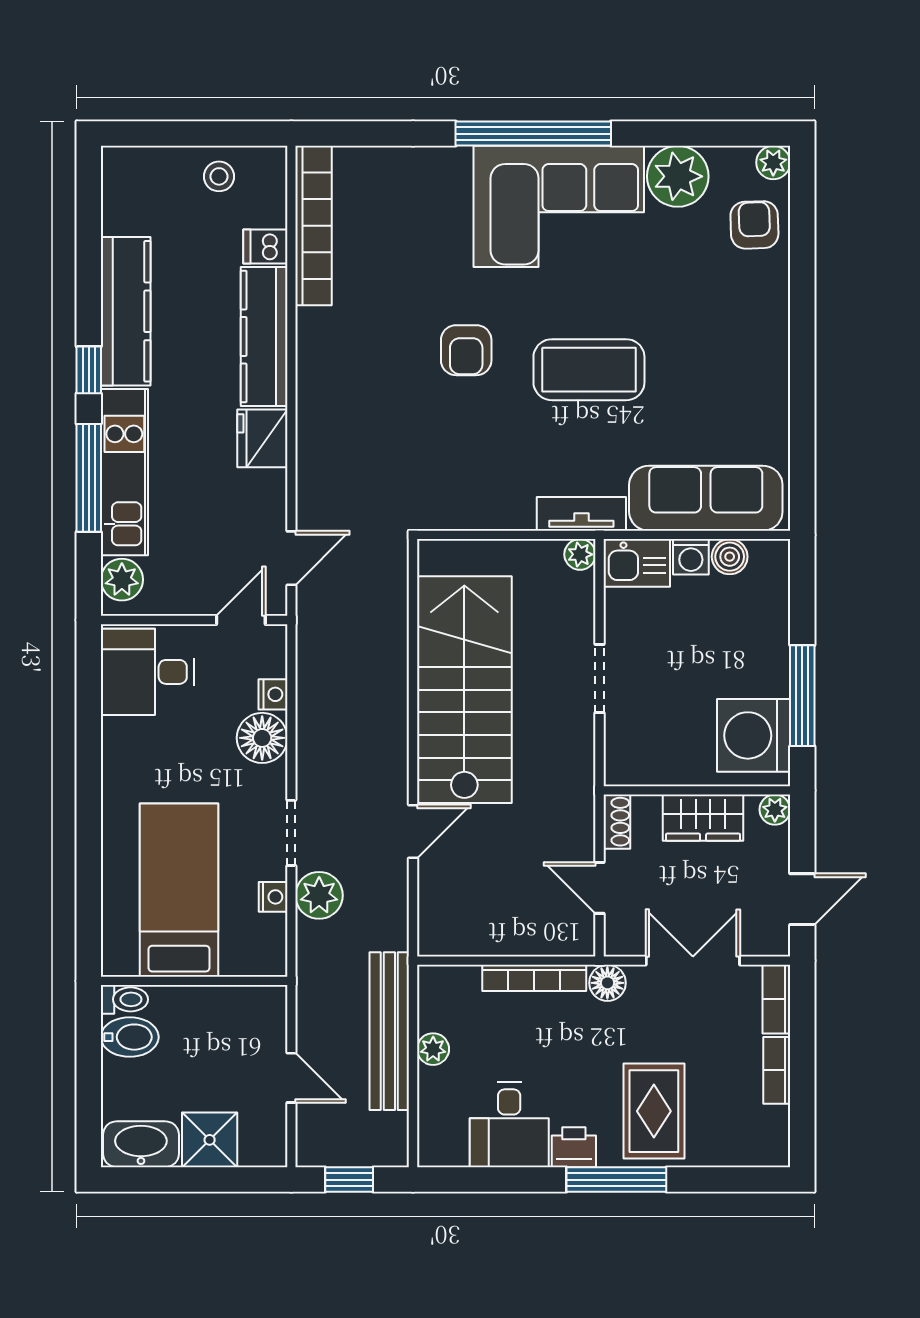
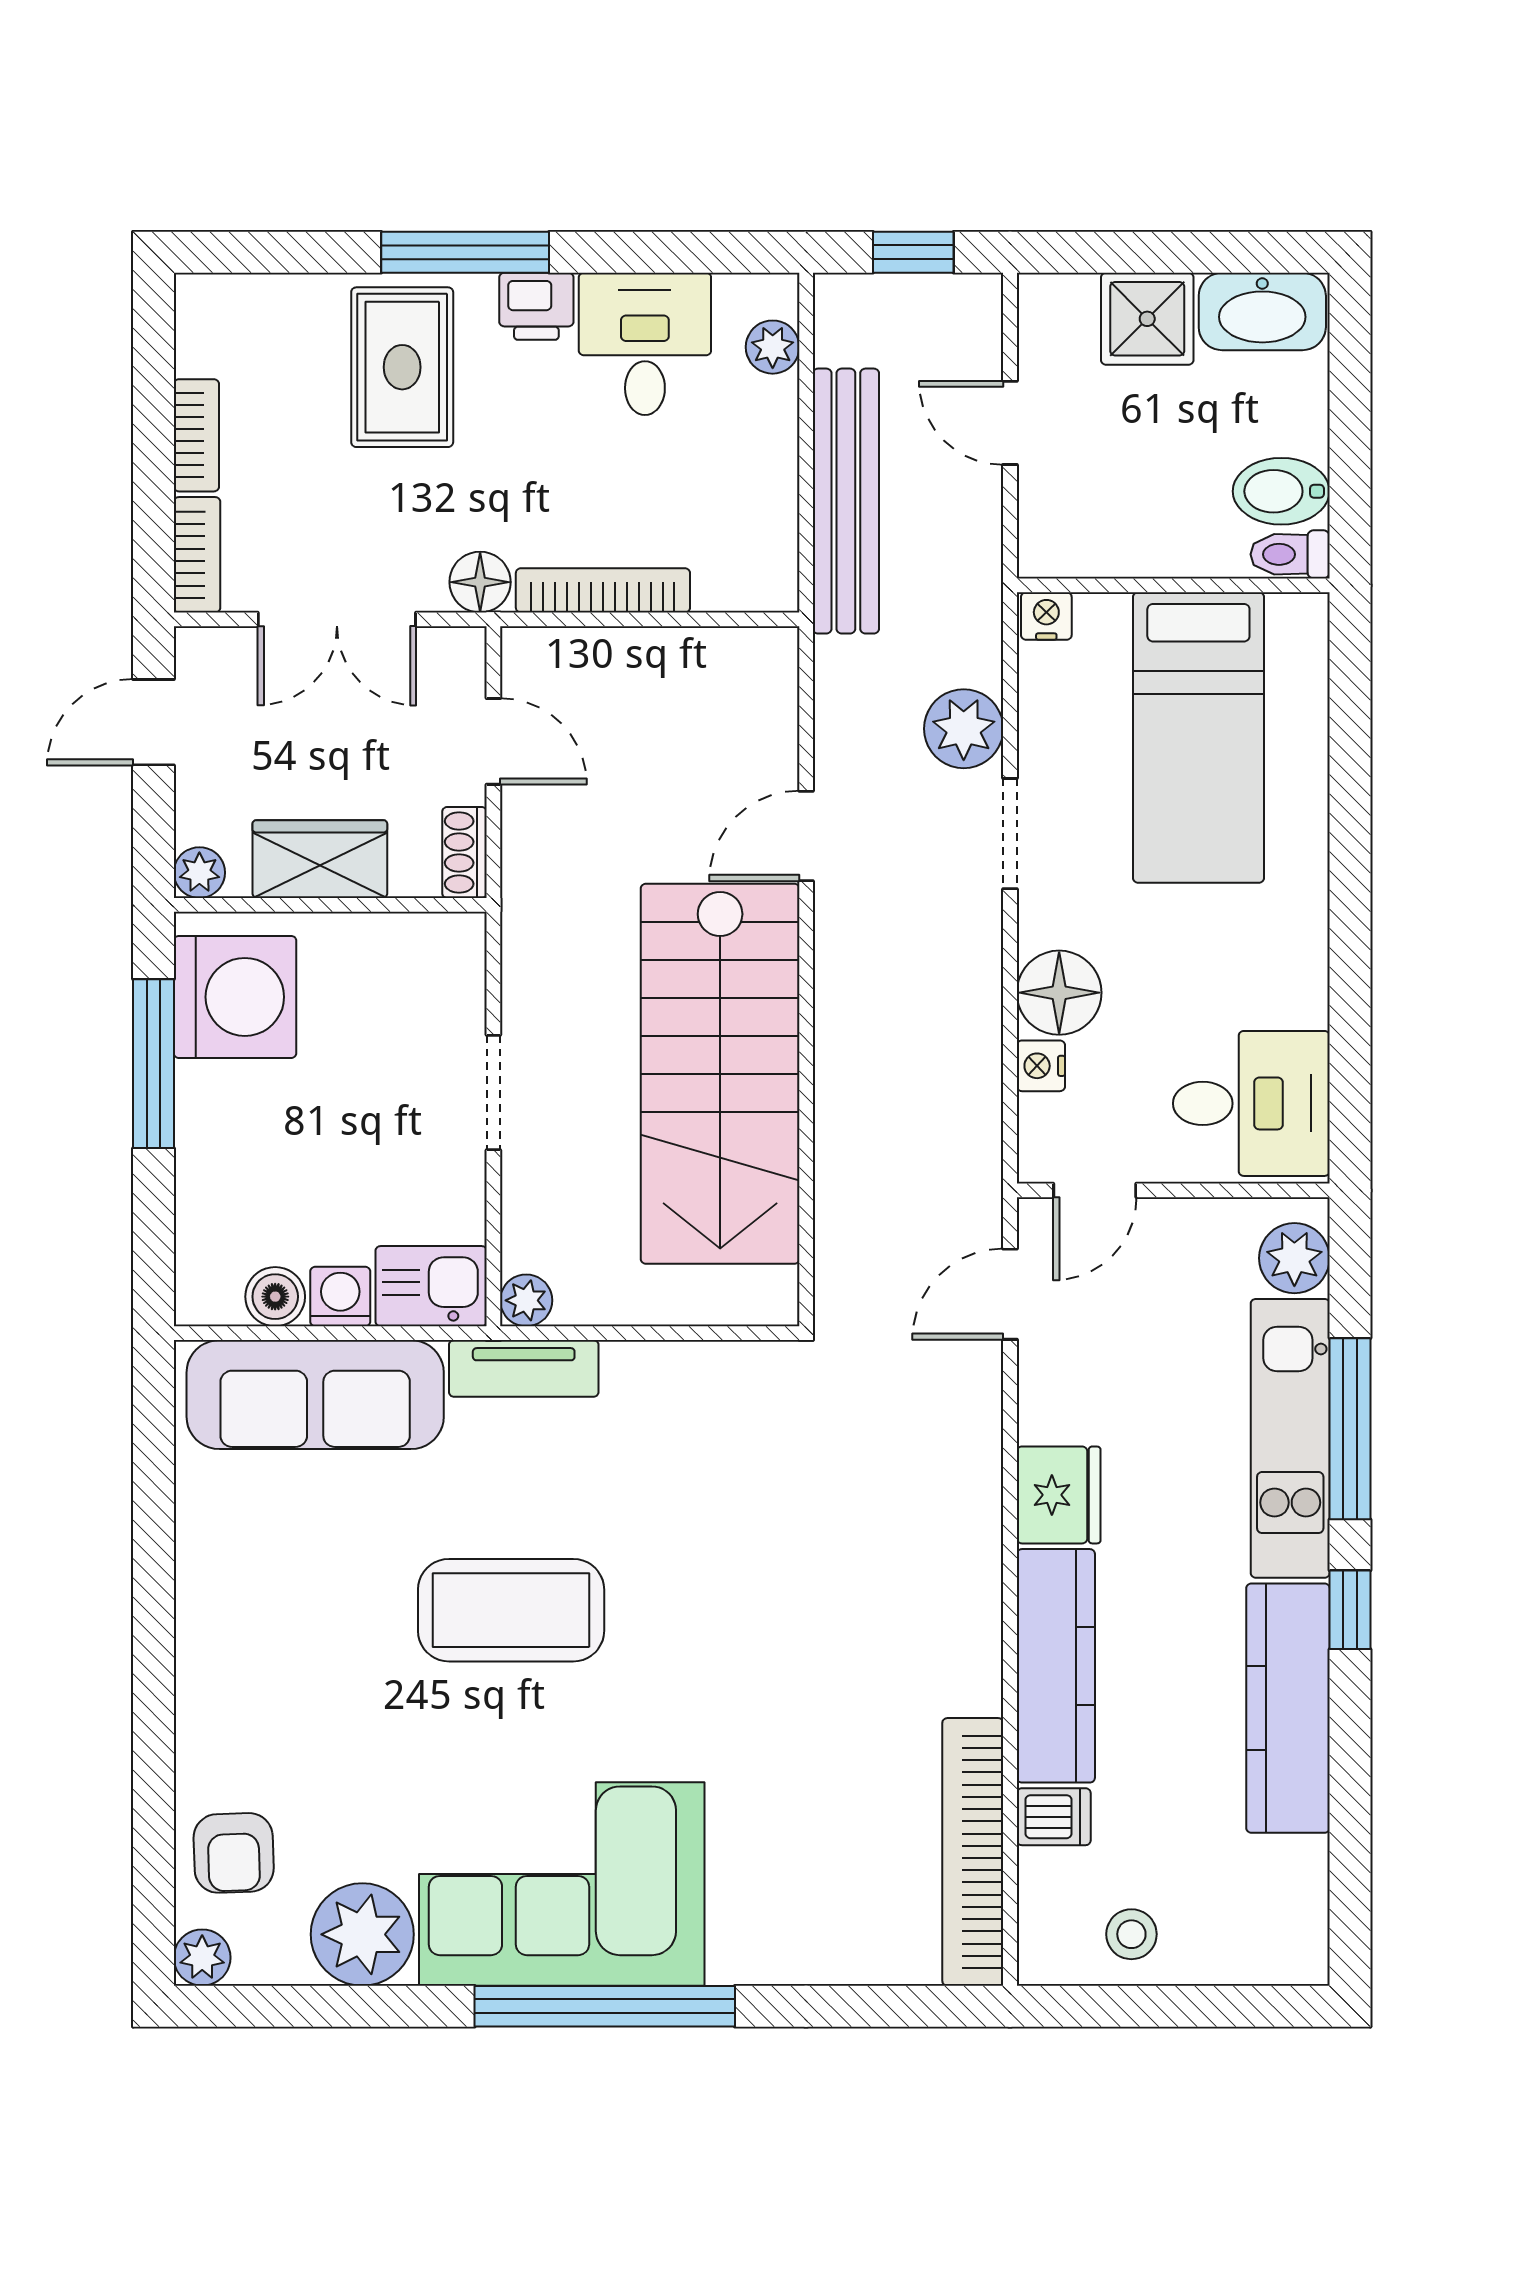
armchair: (466, 350) -> (717, 1643), removed
nightstand: (273, 897) -> (1046, 616), moved, turned 90
plant: (433, 1049) -> (773, 347), moved

